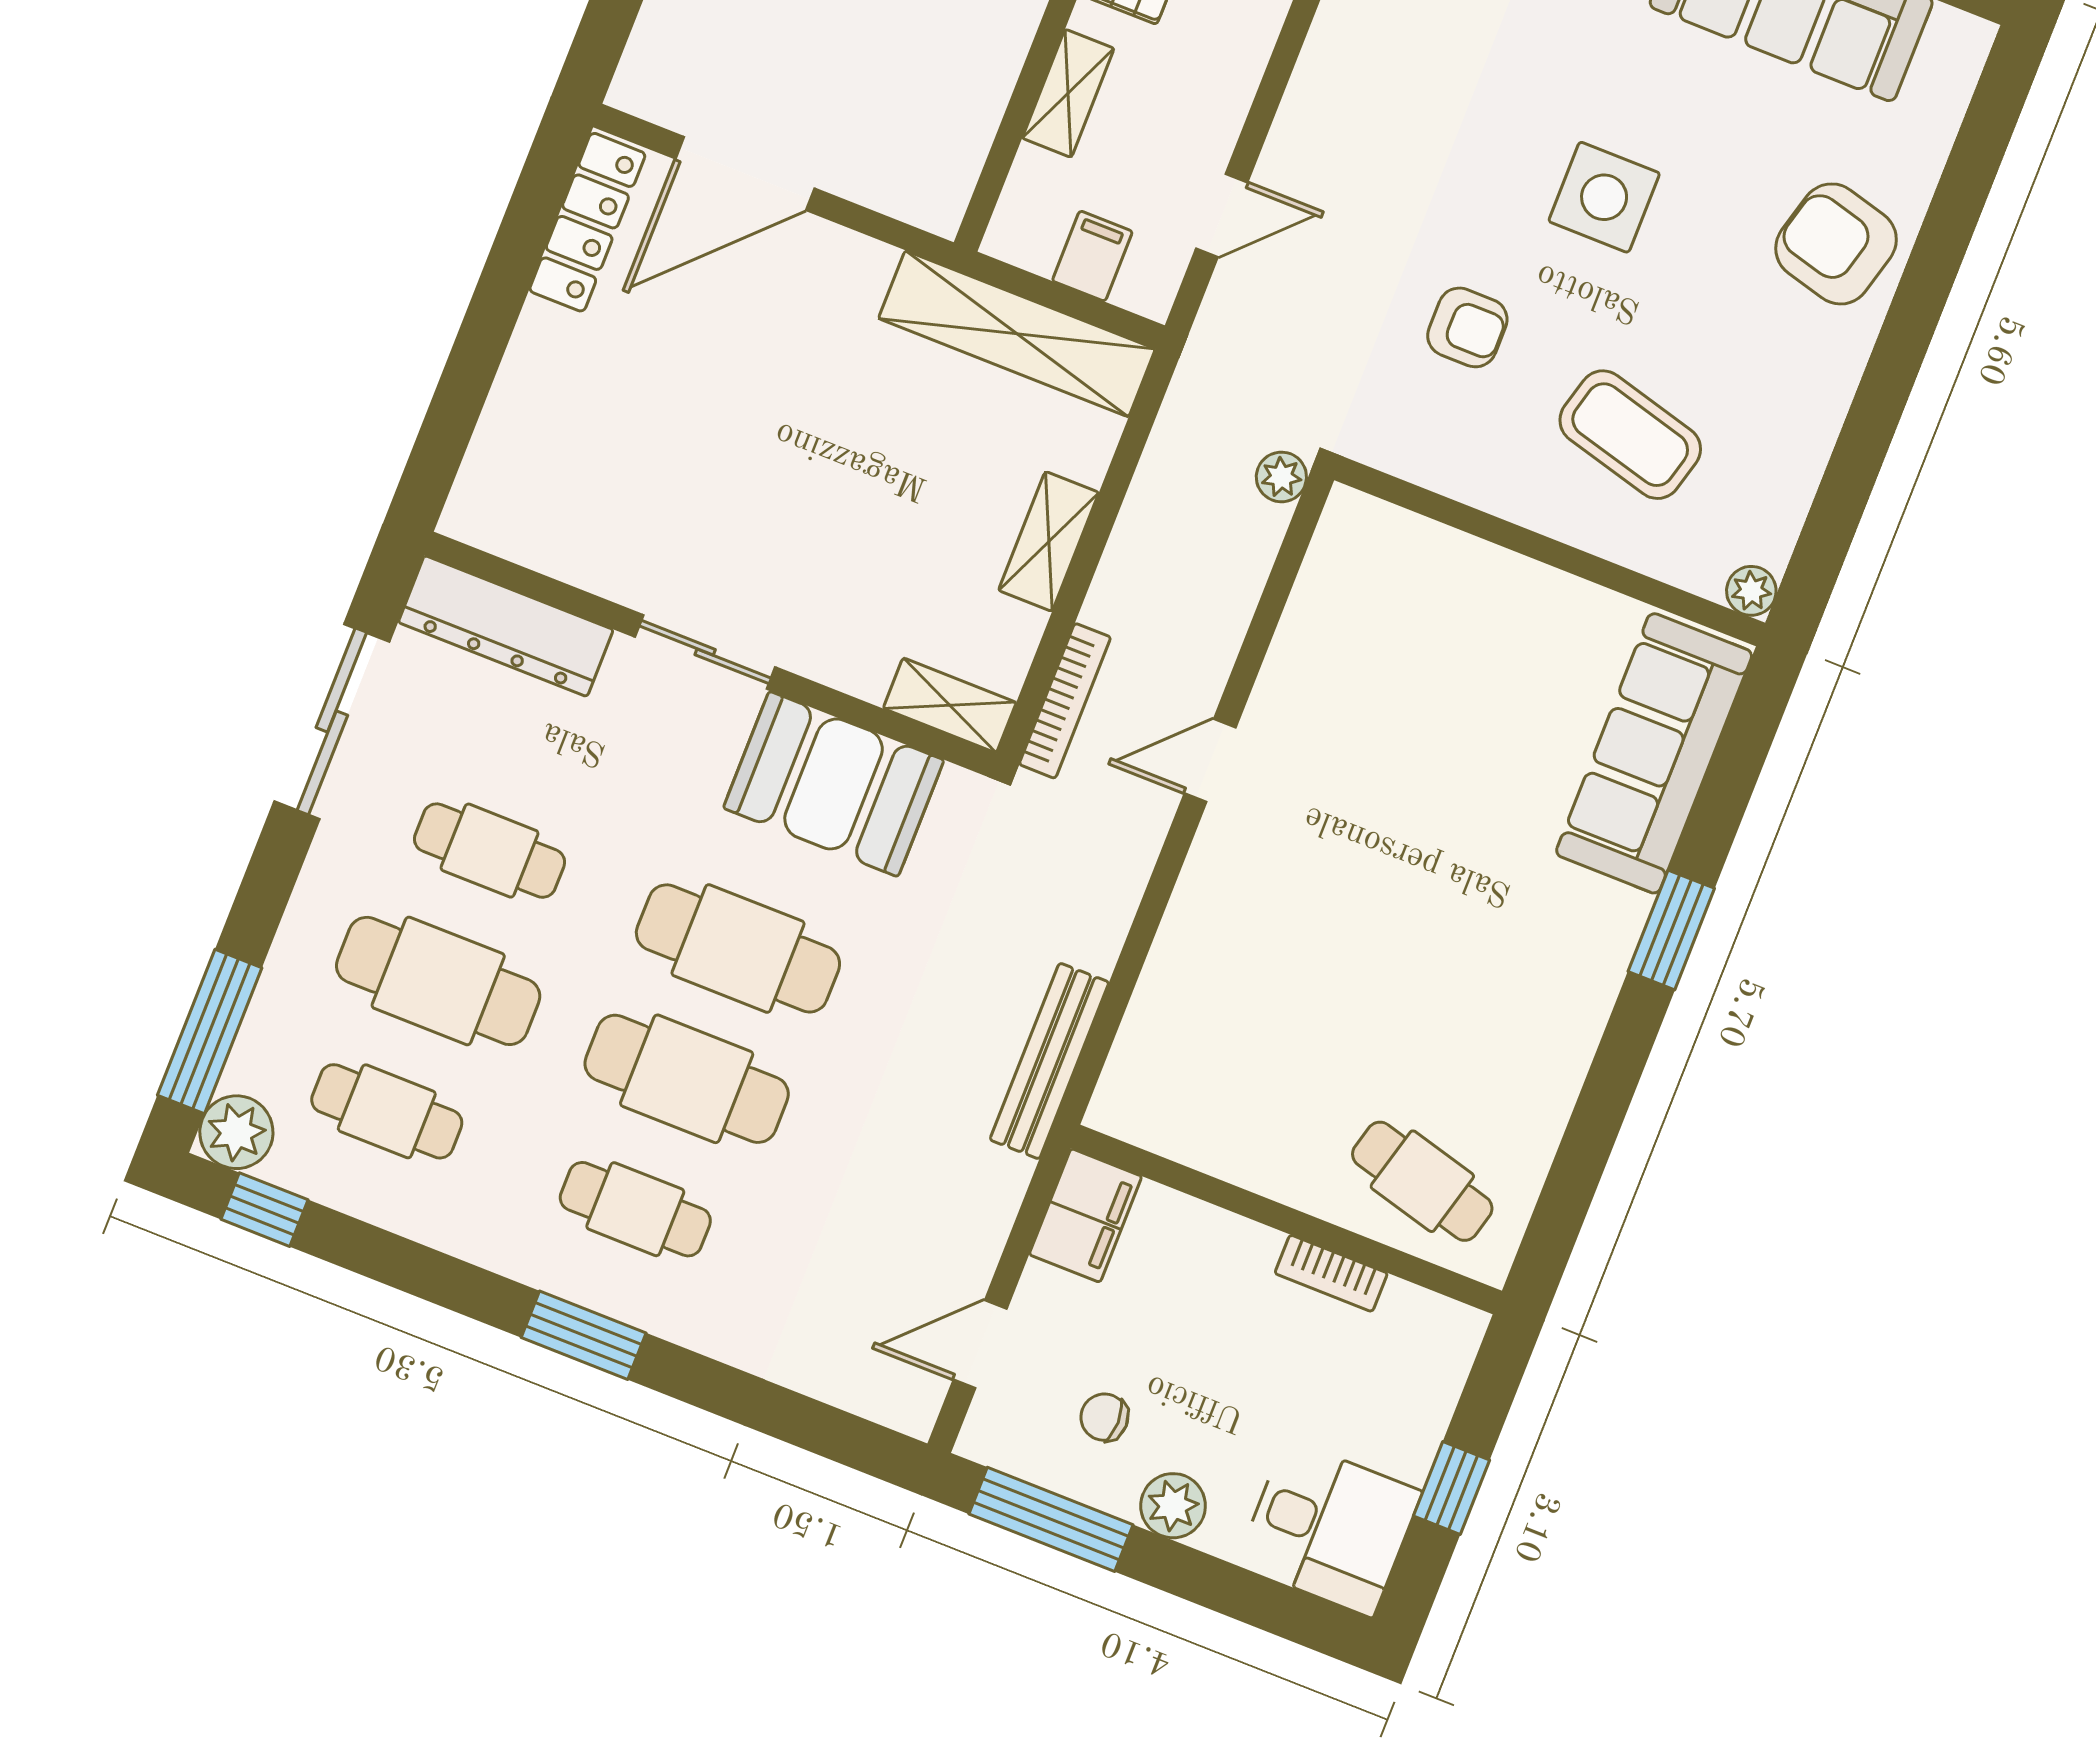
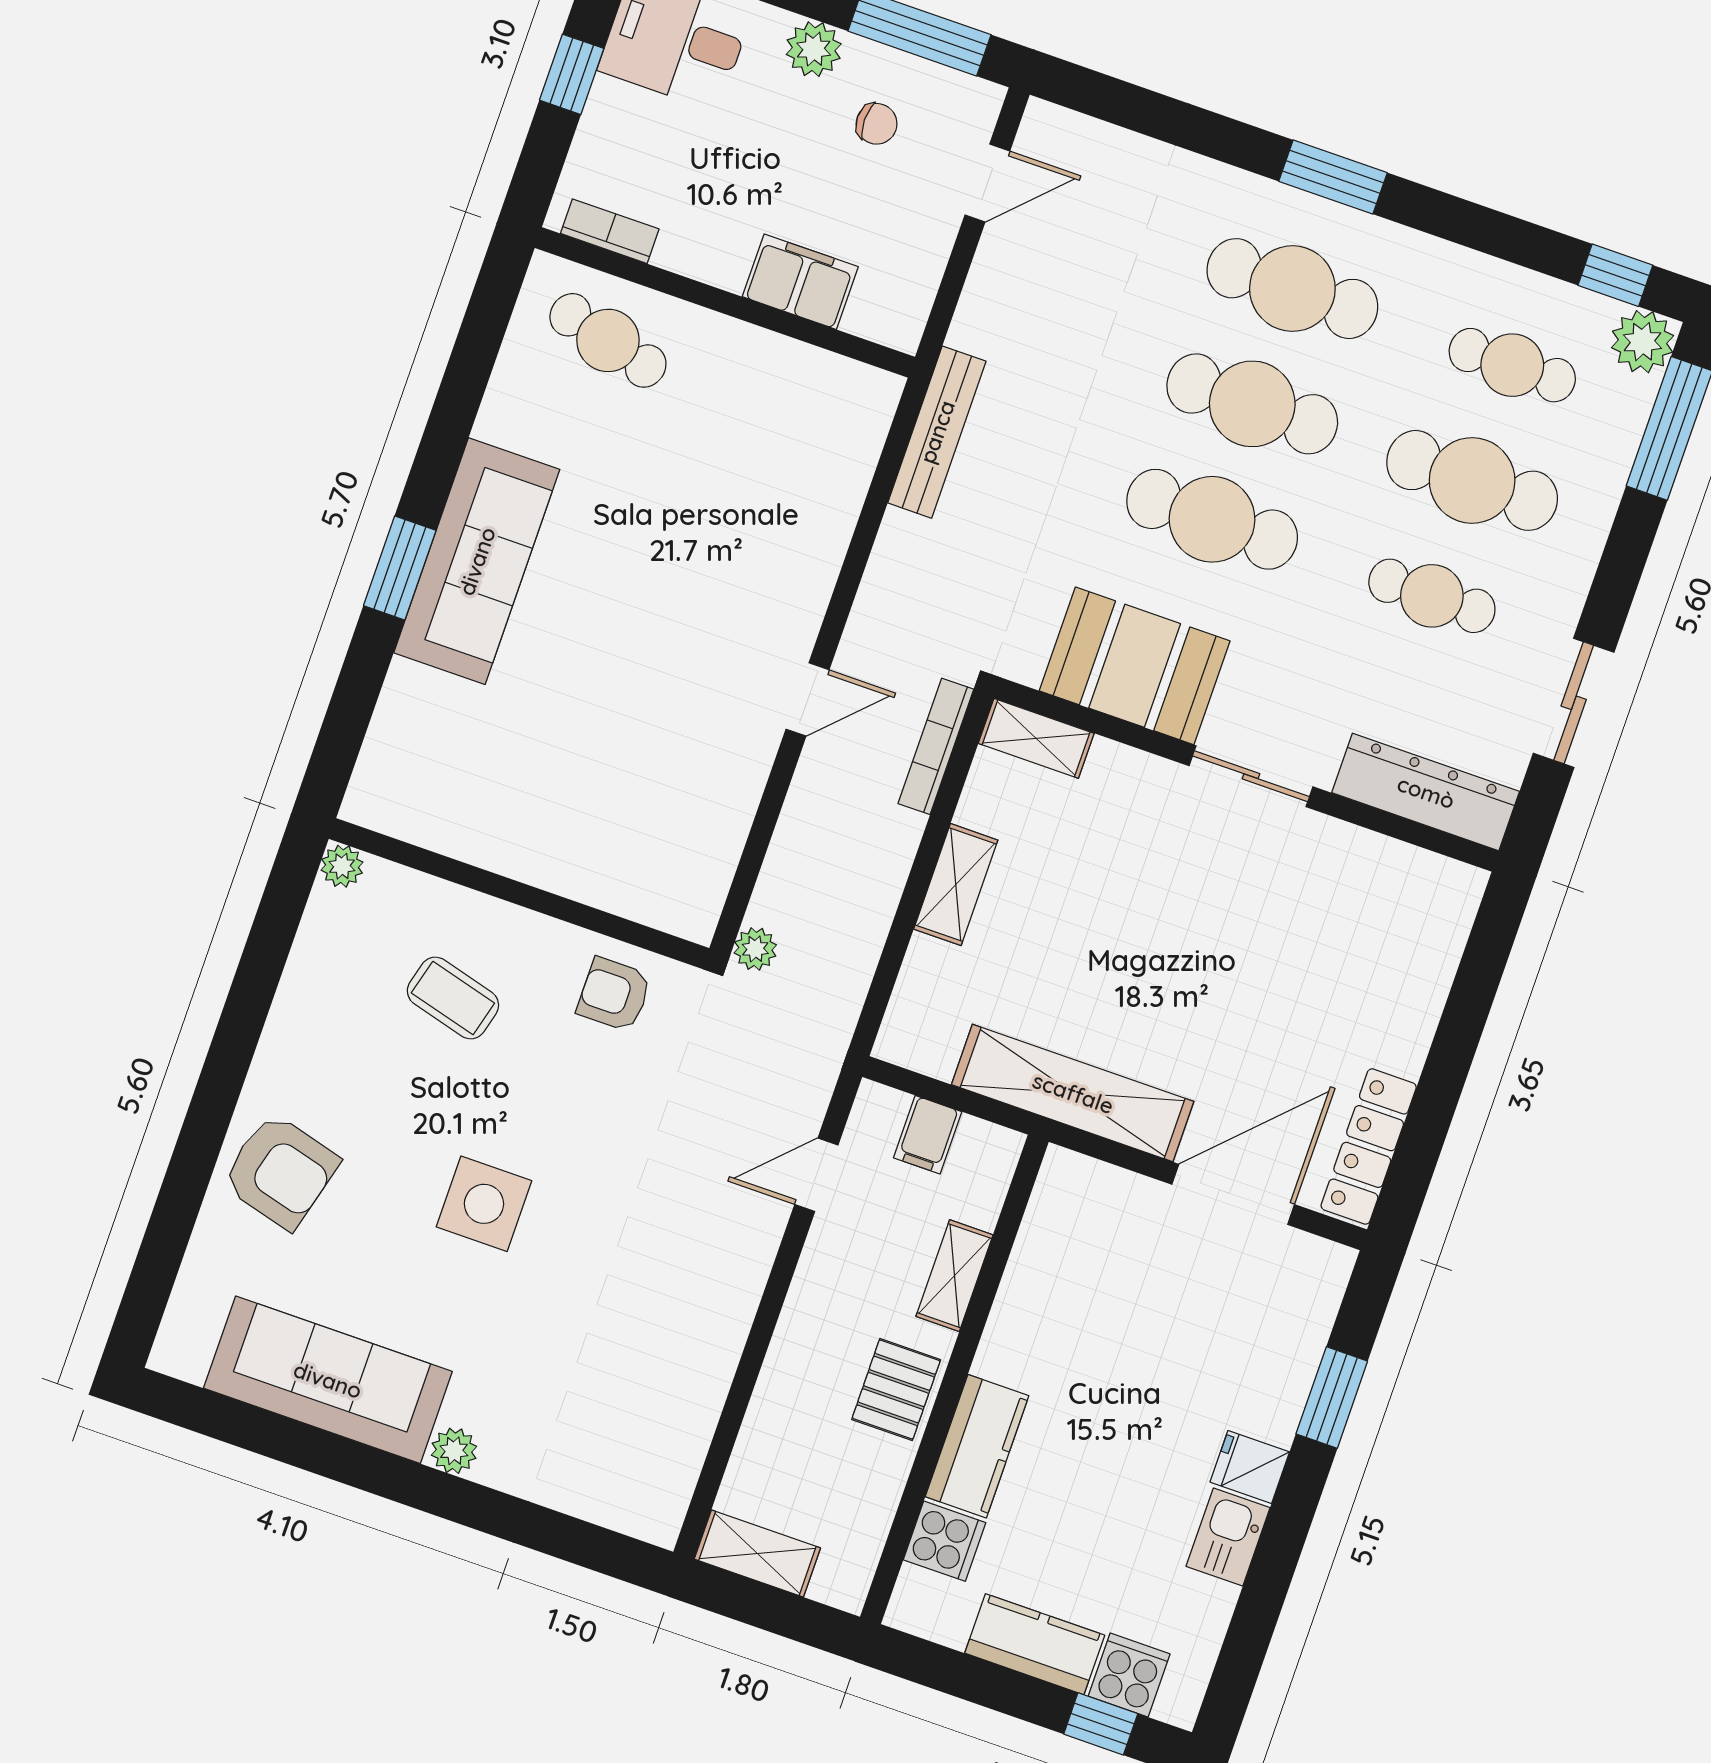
armchair: (1467, 327) -> (614, 994), moved
shelving: (1017, 334) -> (1073, 1093), moved
coffee table: (1630, 435) -> (453, 998), width x0.73, depth x0.77
sliding door: (332, 721) -> (1574, 703), width x0.73
sofa: (1654, 753) -> (477, 561), moved
cafe table: (635, 1209) -> (1292, 289), width x1.37, depth x1.35
filing cabinet: (1085, 1215) -> (800, 282), moved, turned 90
bookcase: (1331, 1273) -> (610, 231), moved

